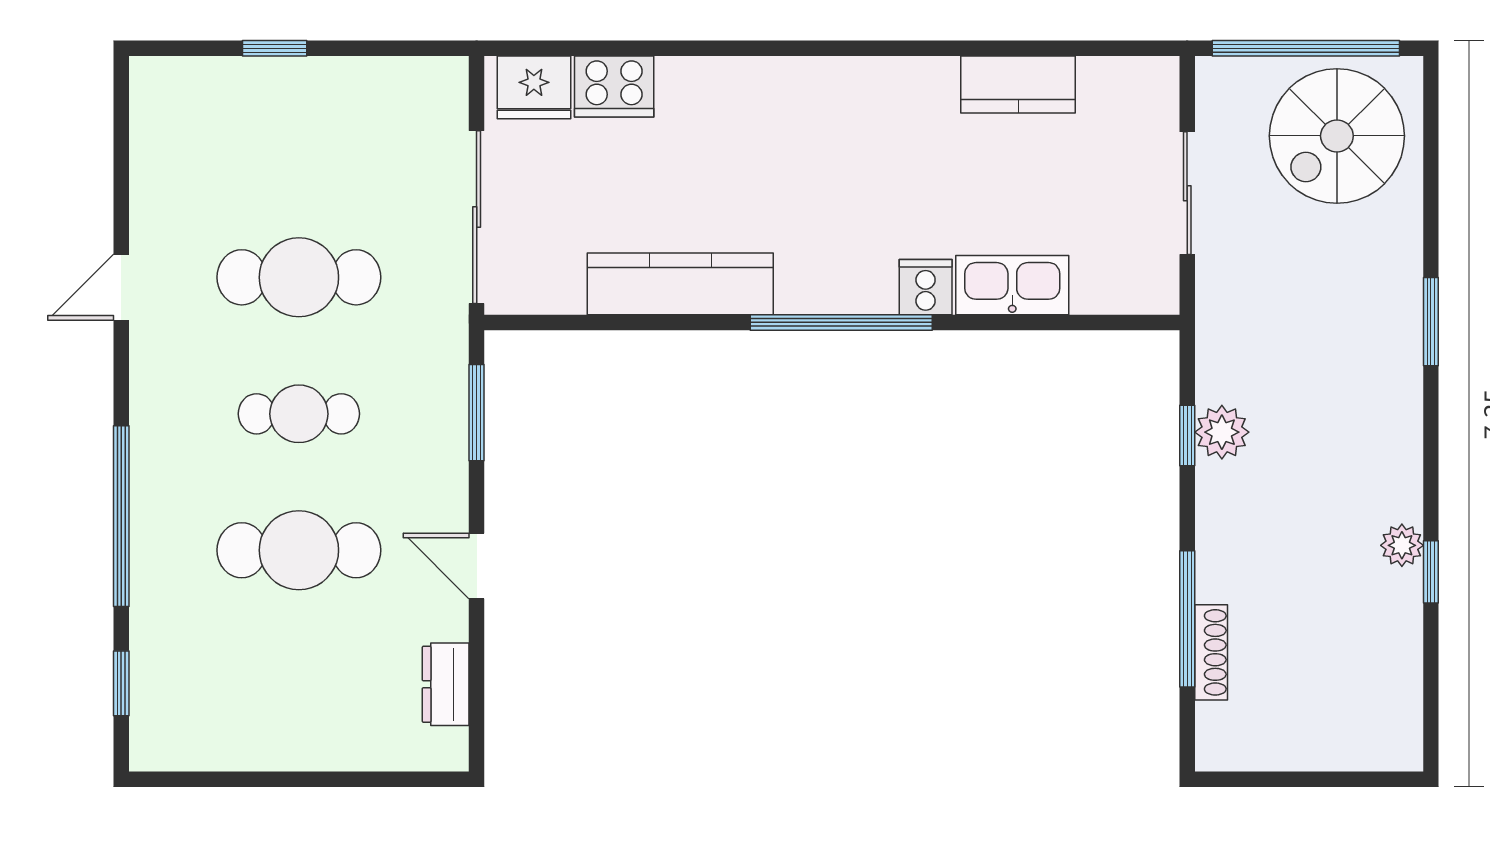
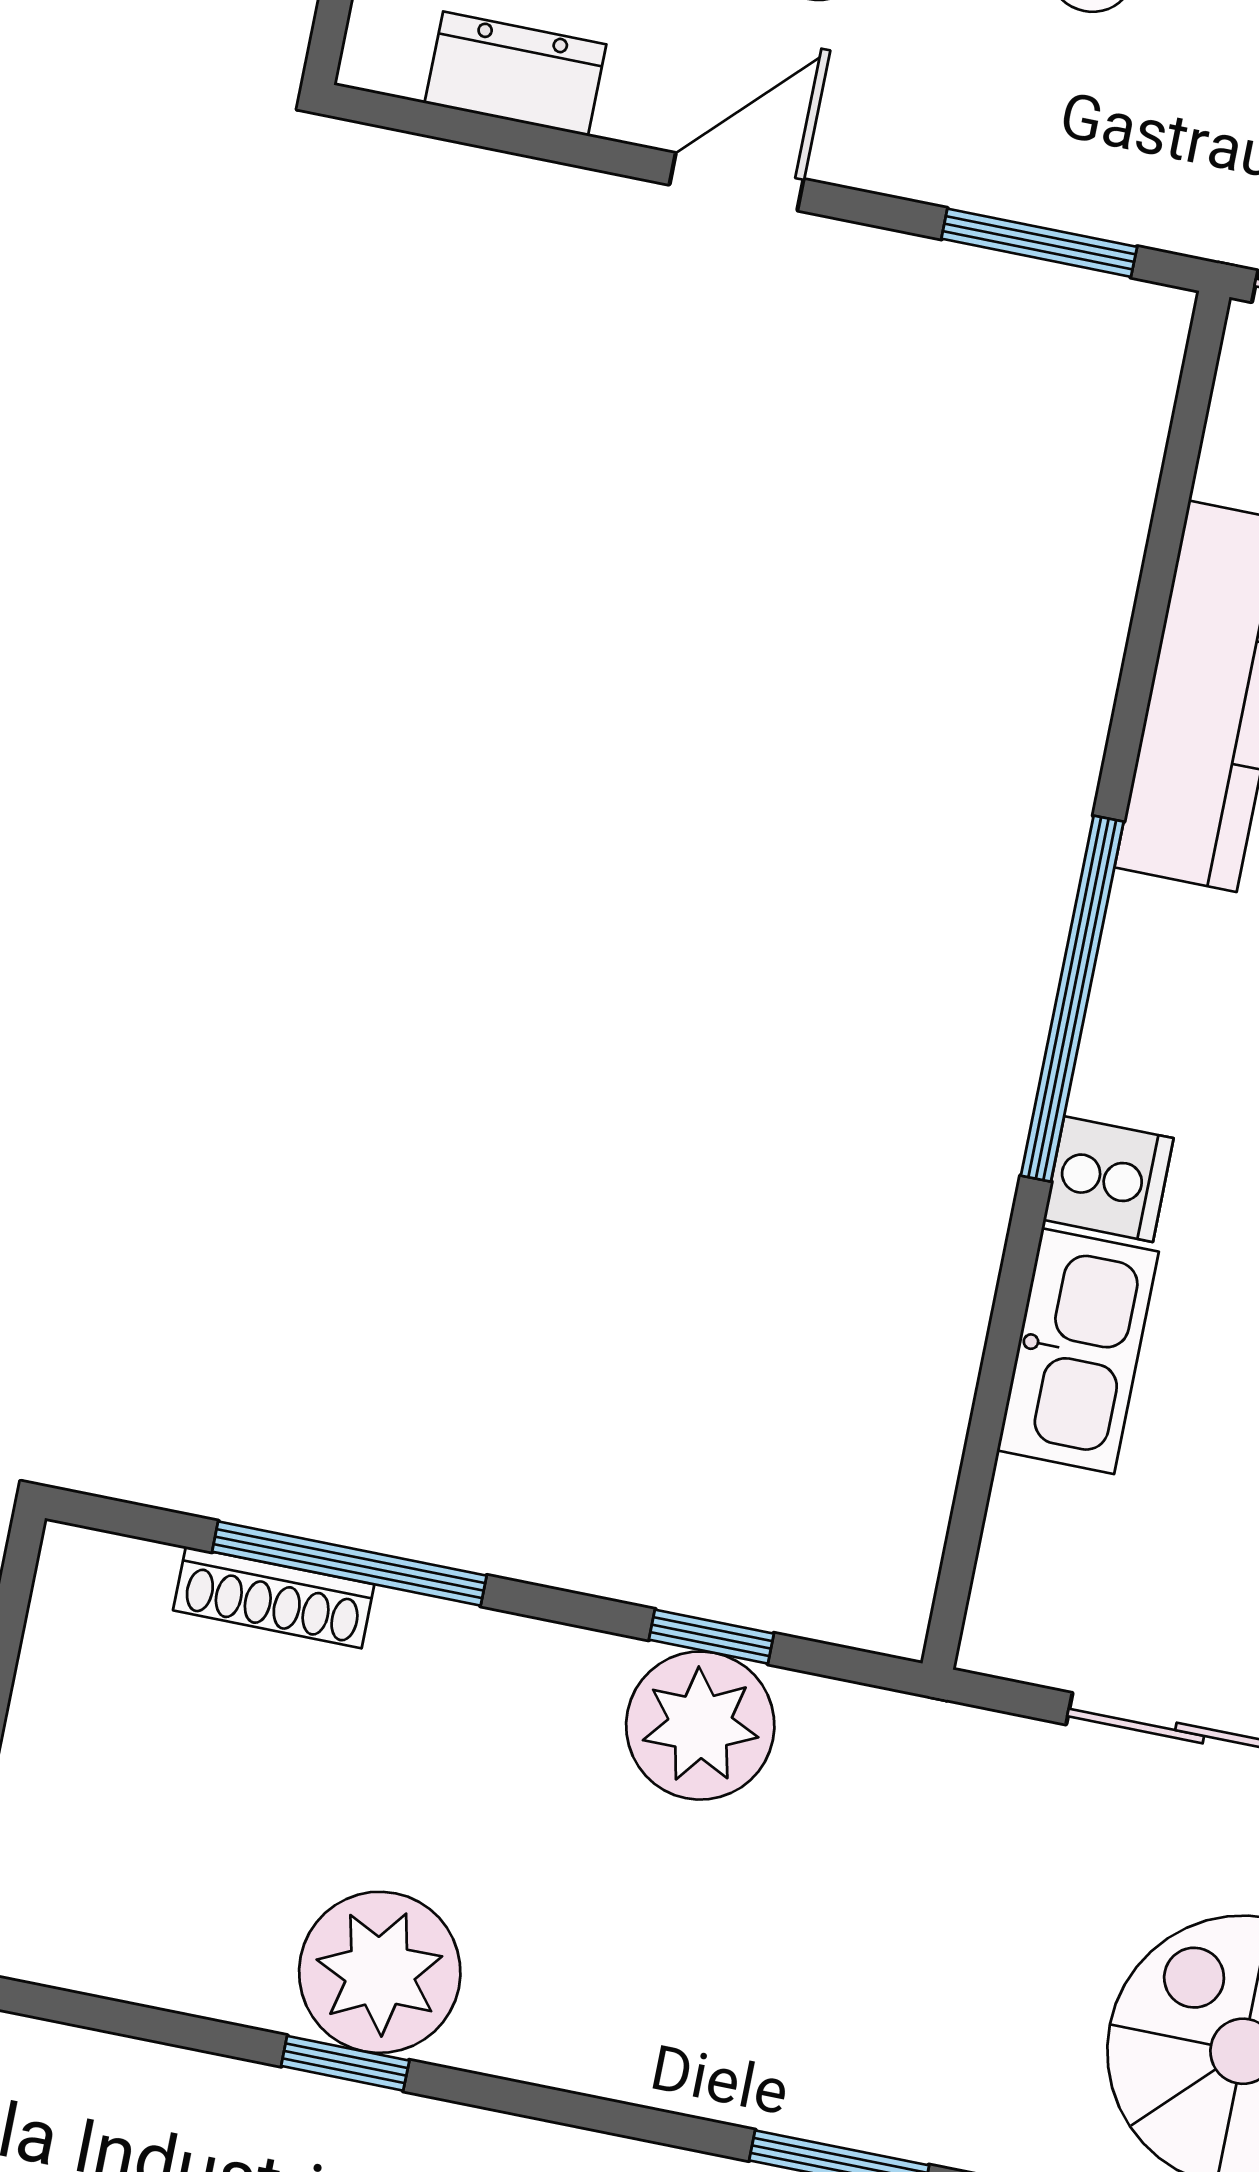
plant: (1222, 432) -> (700, 1726), width x1.36, depth x1.36
plant: (1402, 545) -> (380, 1972), width x1.87, depth x1.87

